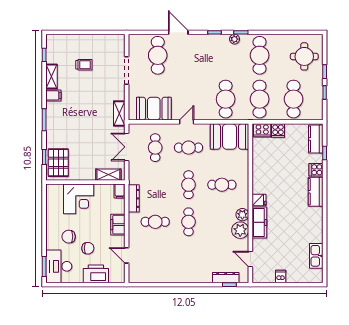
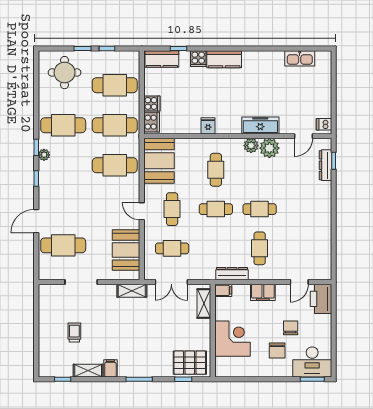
fridge: (259, 200) -> (208, 126), moved
printer: (96, 274) -> (321, 299), moved
dishwasher: (281, 276) -> (324, 124), moved

